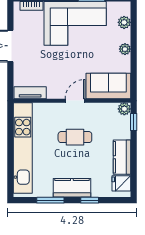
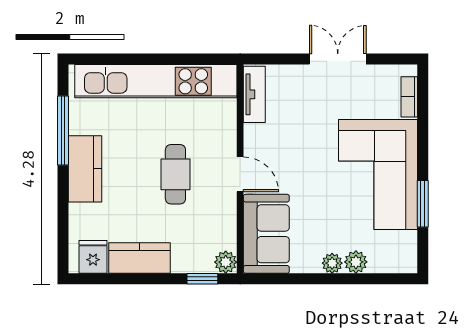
plant: (124, 22) -> (356, 262), moved
window: (50, 200) -> (63, 131), width x1.44
window: (90, 200) -> (63, 201), removed

